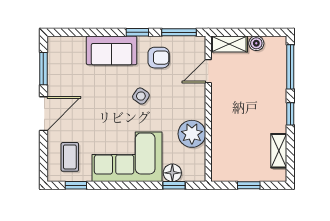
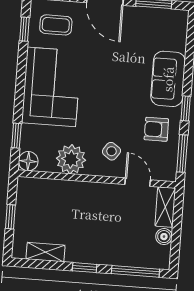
armchair: (159, 58) -> (156, 129), turned 90
side table: (141, 96) -> (111, 151), moved
floor lamp: (172, 173) -> (28, 161), moved

